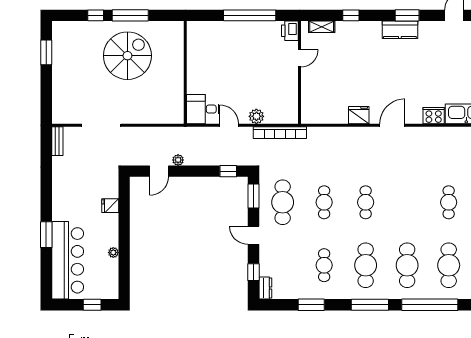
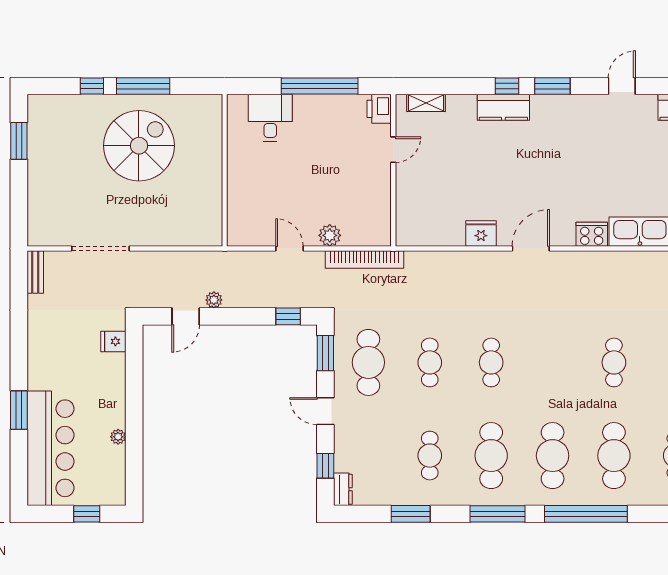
window: (351, 15) -> (507, 86), moved
kitchen counter: (400, 30) -> (503, 107), moved
desk: (203, 109) -> (270, 118), moved, turned 90
fridge: (110, 206) -> (113, 341), moved

